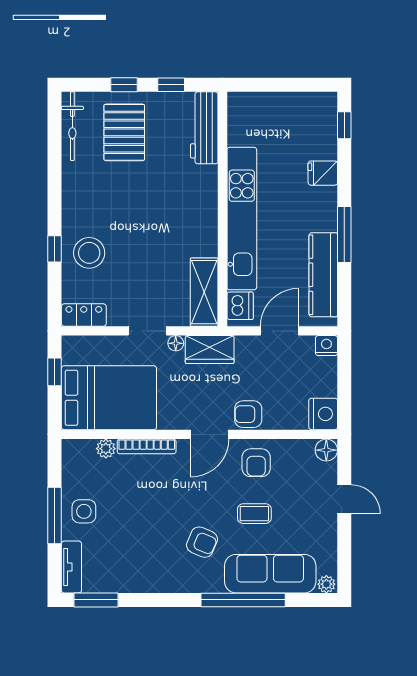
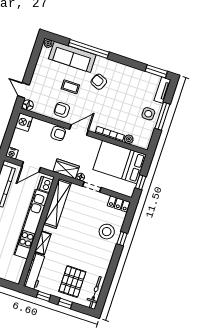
shelving: (207, 189) -> (43, 243), added
shelving: (204, 292) -> (57, 203), width x1.47
armchair: (256, 463) -> (62, 110), turned -90
door: (344, 499) -> (23, 90), moved

